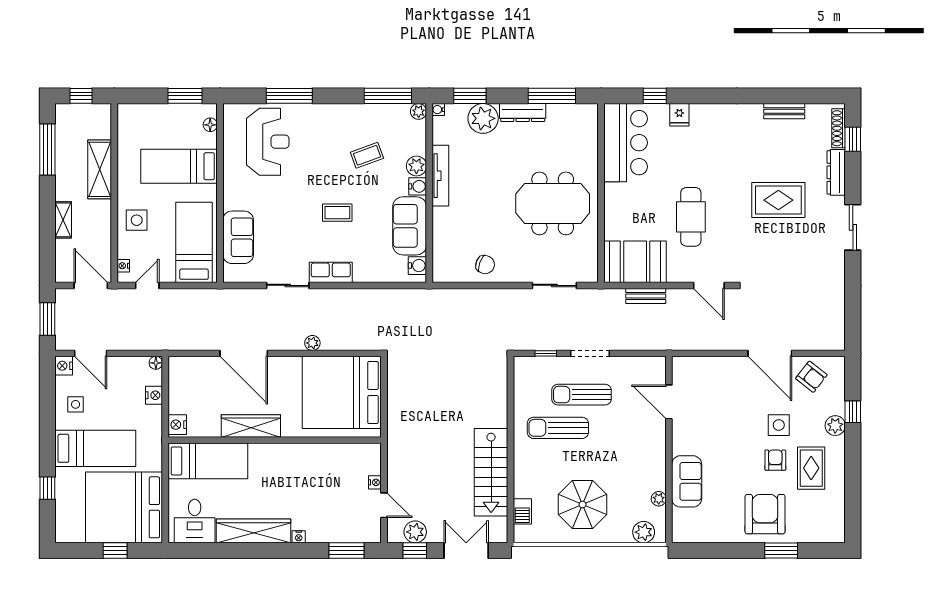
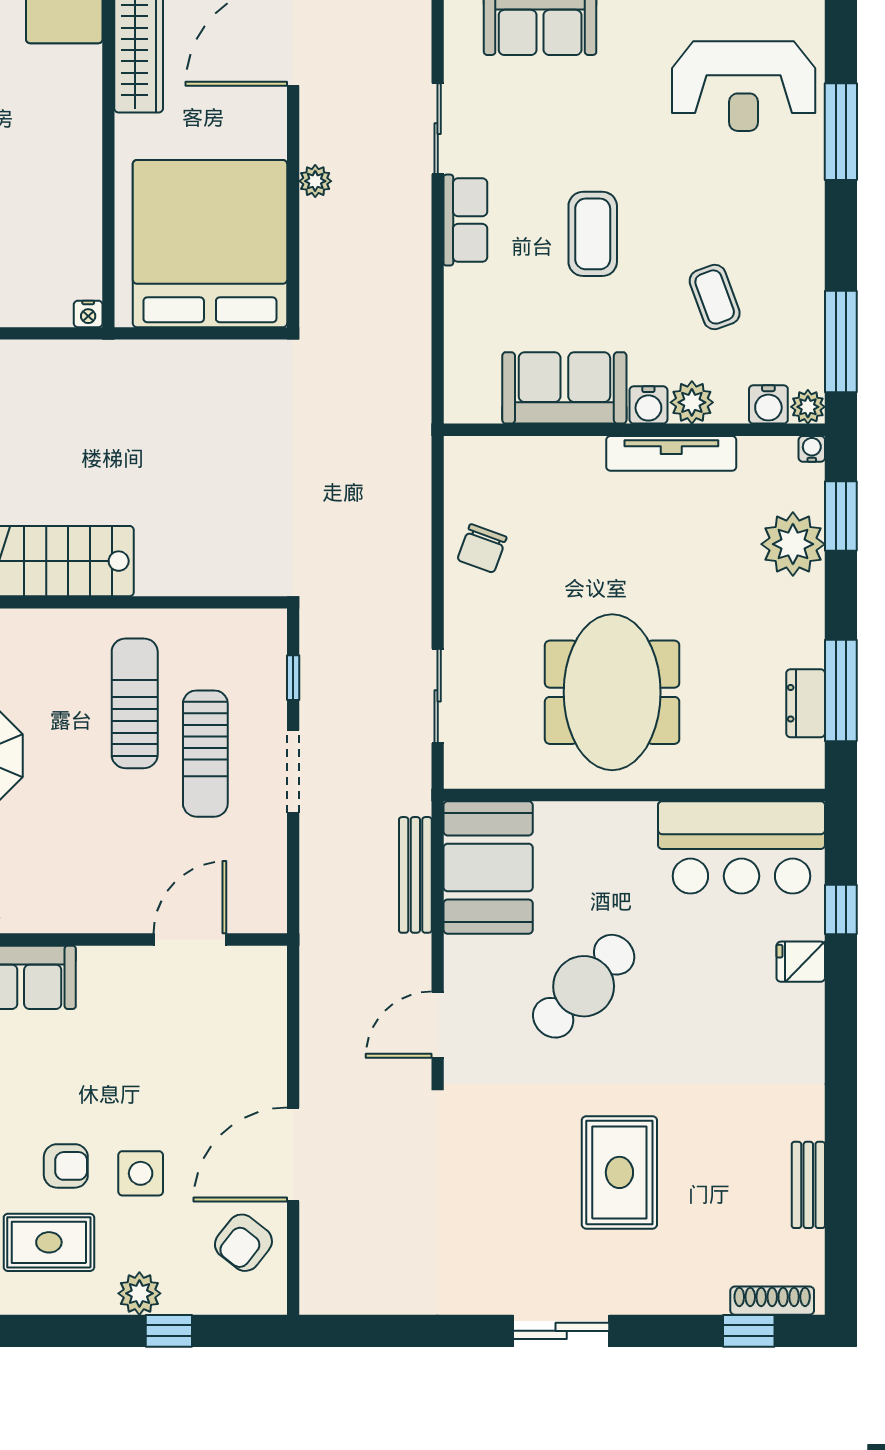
dresser: (523, 113) -> (806, 703), moved, width x0.70
dresser: (836, 172) -> (678, 1296), removed
coffee table: (337, 213) -> (593, 234), width x1.36, depth x1.30
cafe table: (691, 217) -> (584, 986), turned -46
water cooler: (417, 266) -> (768, 404), moved
bench: (646, 296) -> (415, 875), width x1.36
sun lounger: (581, 395) -> (205, 754), turned 180
nightstand: (375, 482) -> (88, 314), moved

